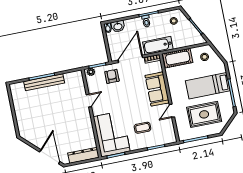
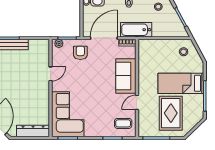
cot: (178, 58) -> (155, 47), removed
rug: (204, 114) -> (171, 113), turned 90
coffee table: (143, 128) -> (123, 123), moved

